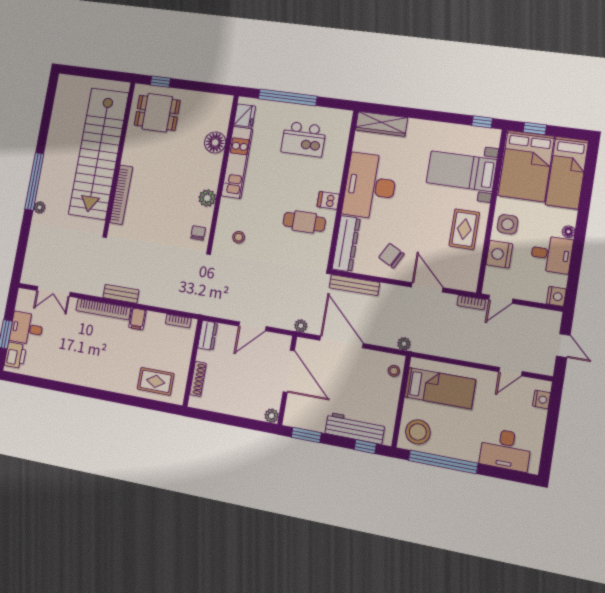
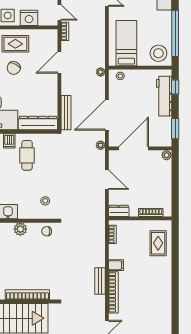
chair: (391, 256) -> (14, 68), moved

